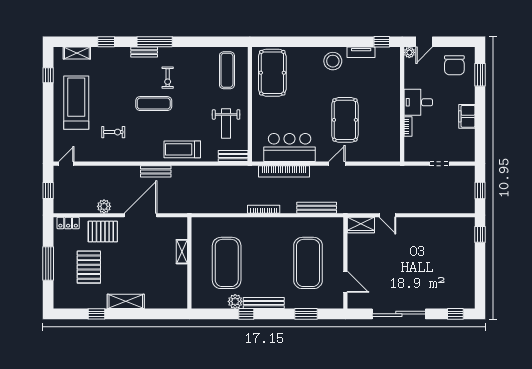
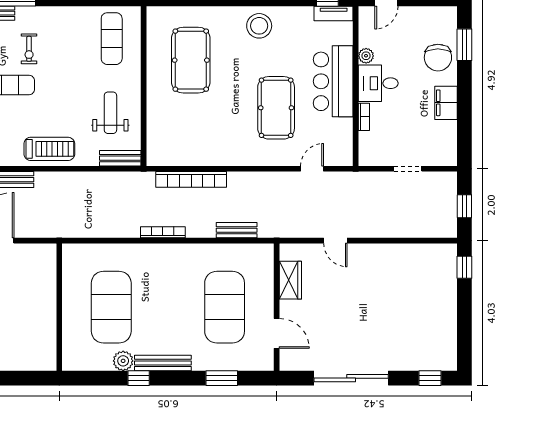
tv unit: (361, 52) -> (334, 14), moved
plant: (409, 52) -> (366, 56), moved
chair: (454, 65) -> (438, 58), moved
pool table: (272, 73) -> (191, 60), moved
weight bench: (226, 123) -> (110, 113), turned 180
bar counter: (290, 148) -> (333, 81), moved, turned -90
treadmill: (182, 149) -> (49, 149), turned 180
door: (337, 164) -> (312, 169), moved
bench: (317, 208) -> (237, 230), width x0.73
wardrobe: (361, 225) -> (290, 280), moved, turned -90
shelving: (182, 252) -> (49, 291), removed

